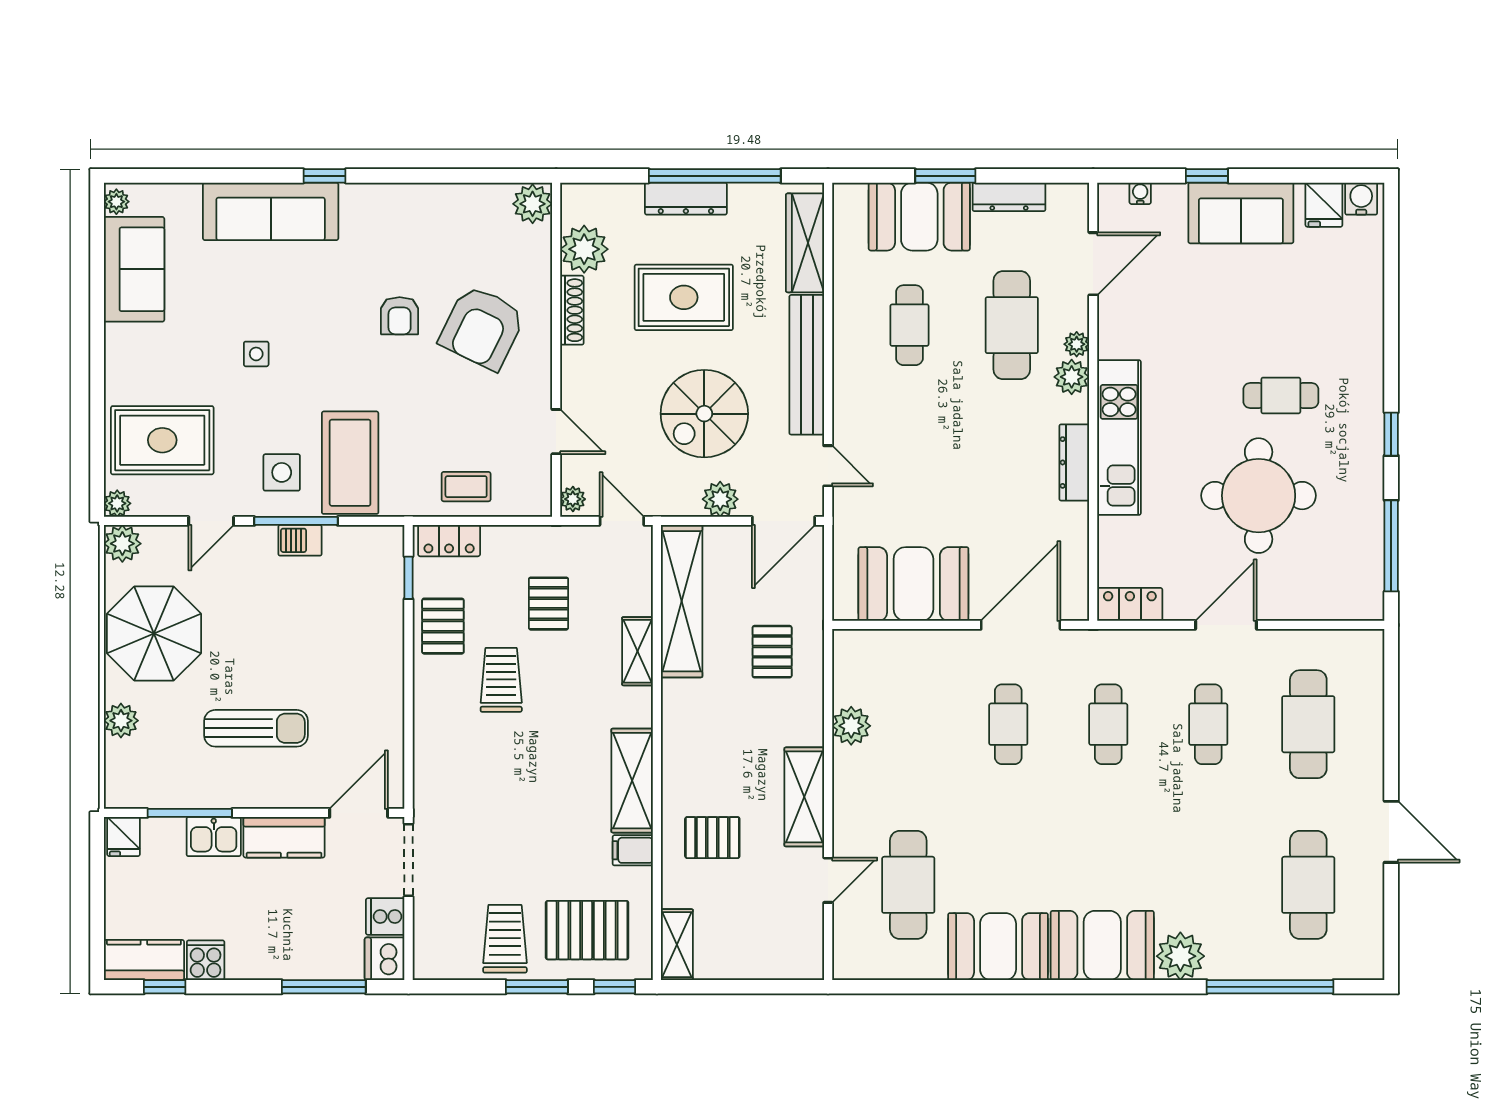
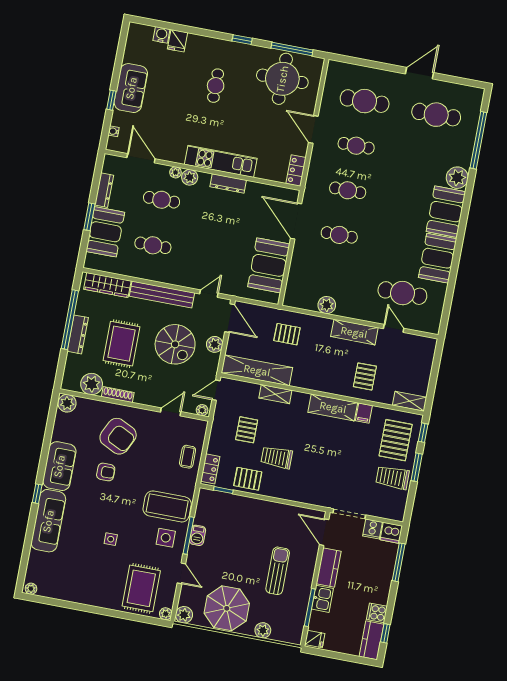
water cooler: (1361, 199) -> (161, 35), moved, turned 90
fridge: (1324, 205) -> (178, 41), moved, turned 90
sofa: (134, 269) -> (59, 466), moved, turned 90
cafe table: (1012, 325) -> (162, 200), width x0.73, depth x0.74
round table: (1259, 496) -> (282, 79), moved
pallet: (548, 604) -> (247, 430), turned 90

